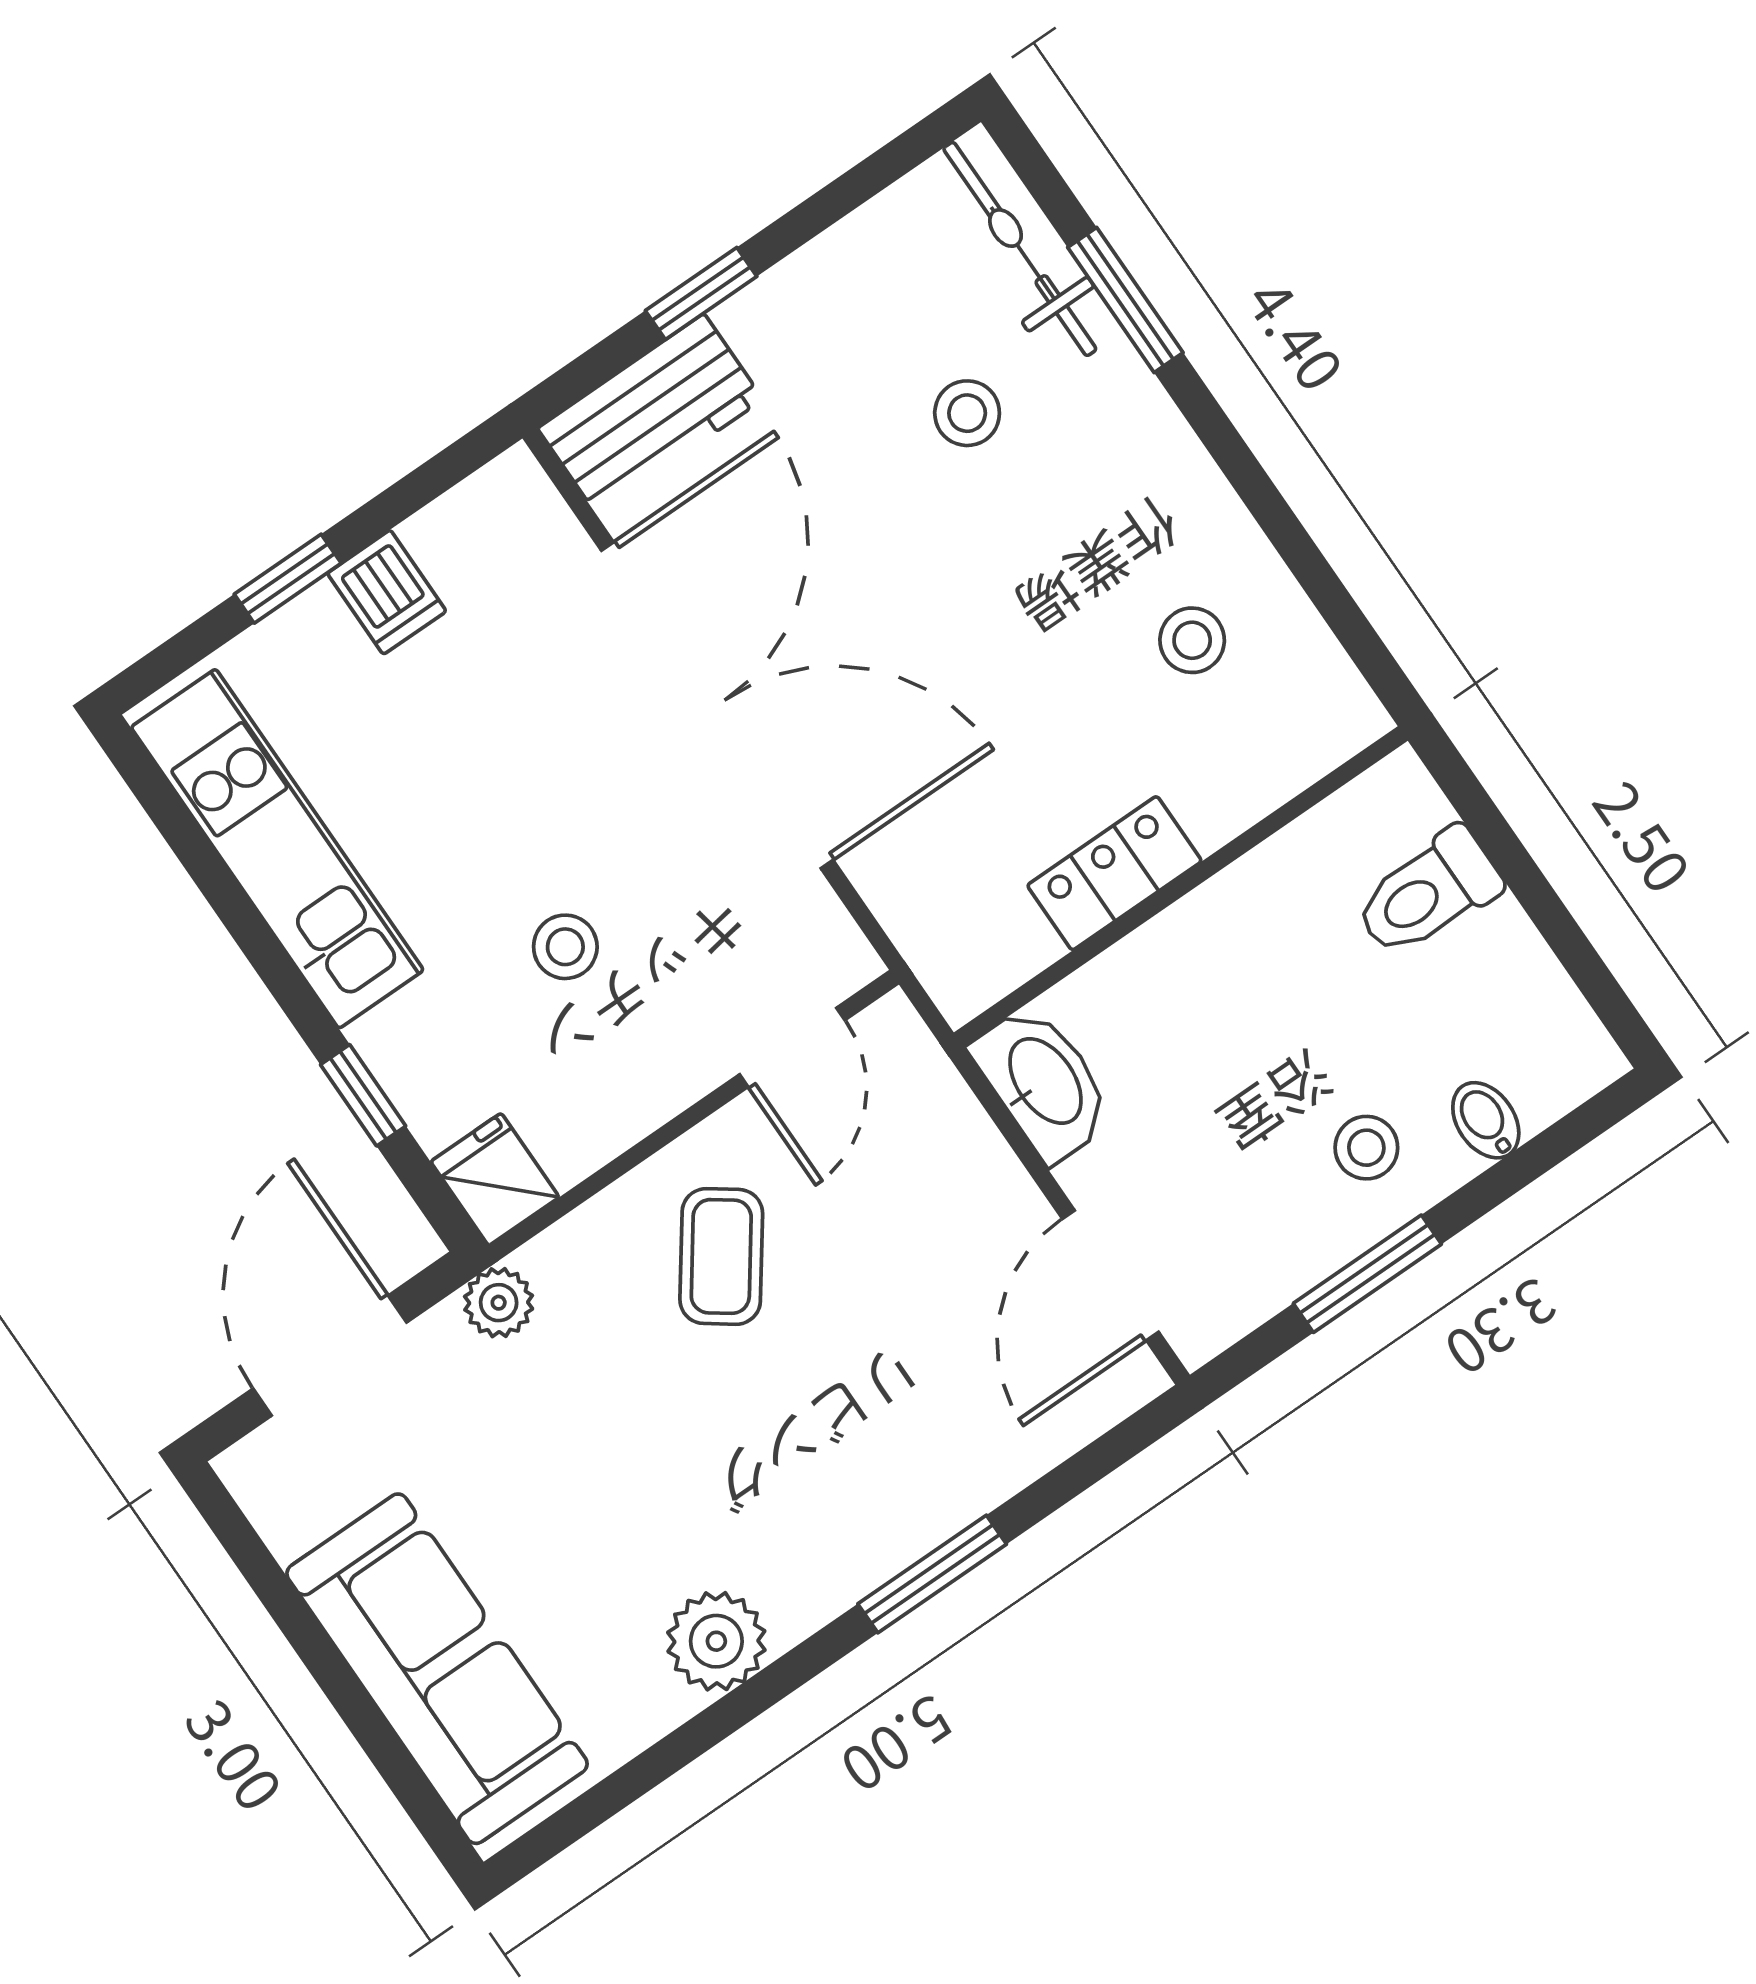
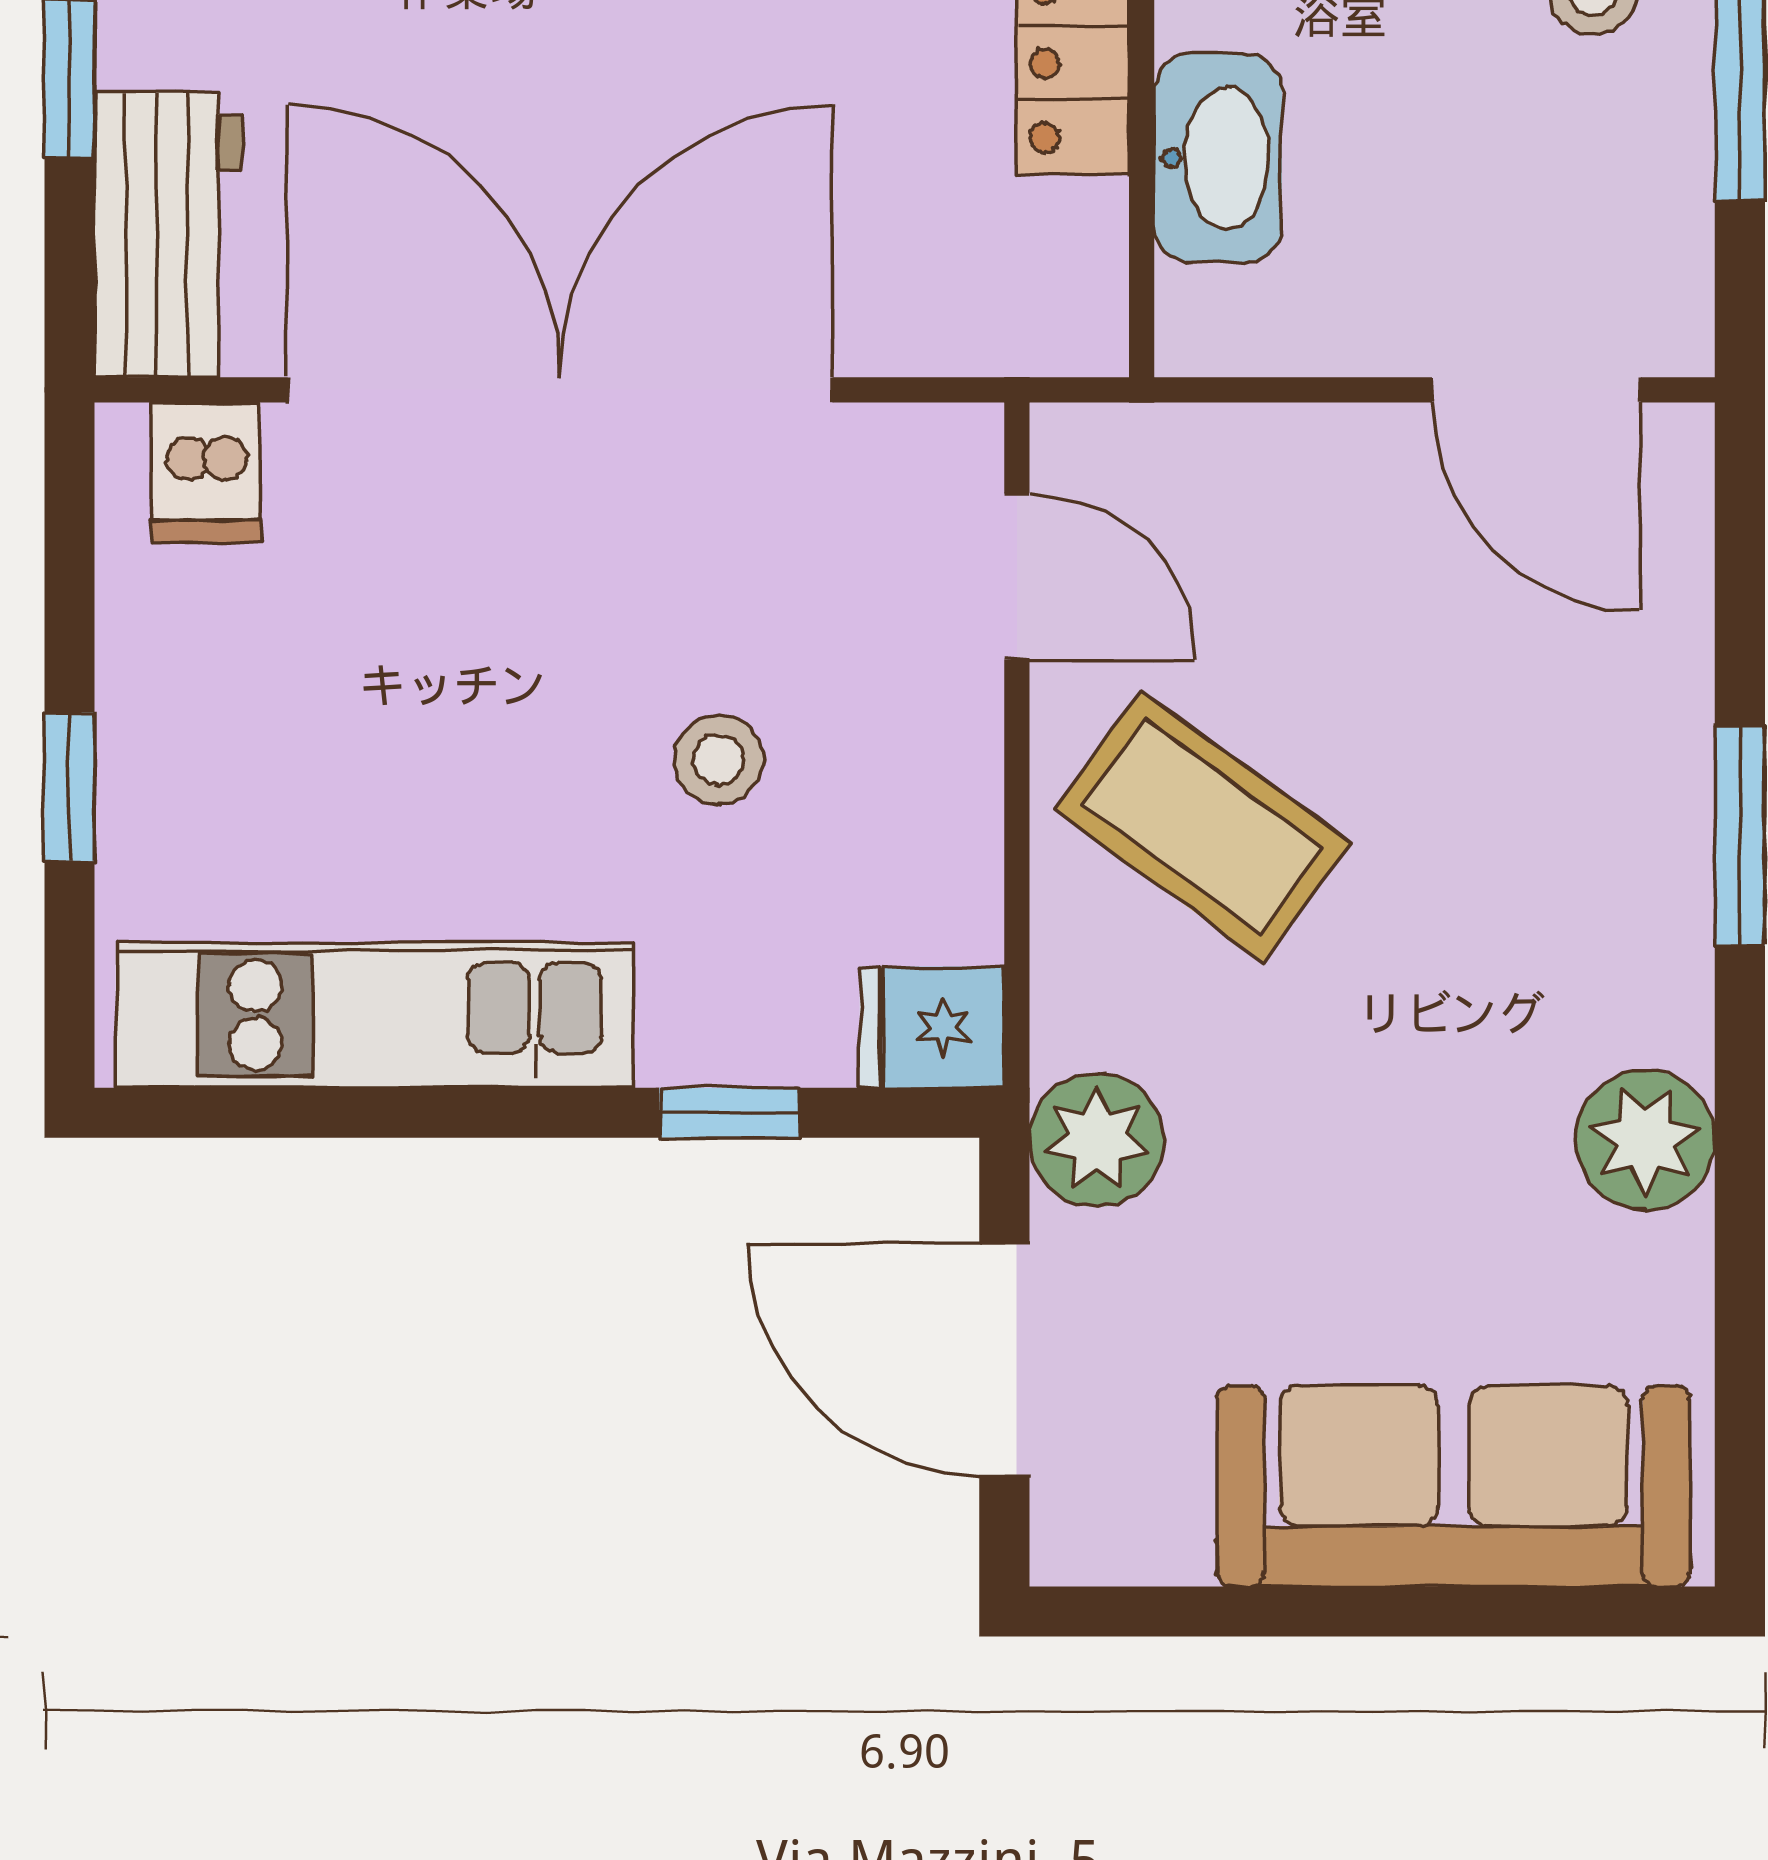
dishwasher: (387, 592) -> (206, 472), moved, turned 90
washbasin: (1043, 1082) -> (1218, 158), moved, turned 90
coffee table: (721, 1256) -> (1203, 826), width x1.36, depth x1.30
plant: (499, 1303) -> (1096, 1140), width x1.38, depth x1.38

